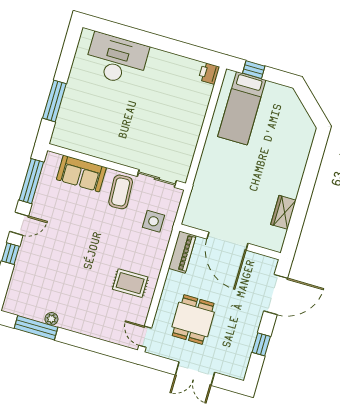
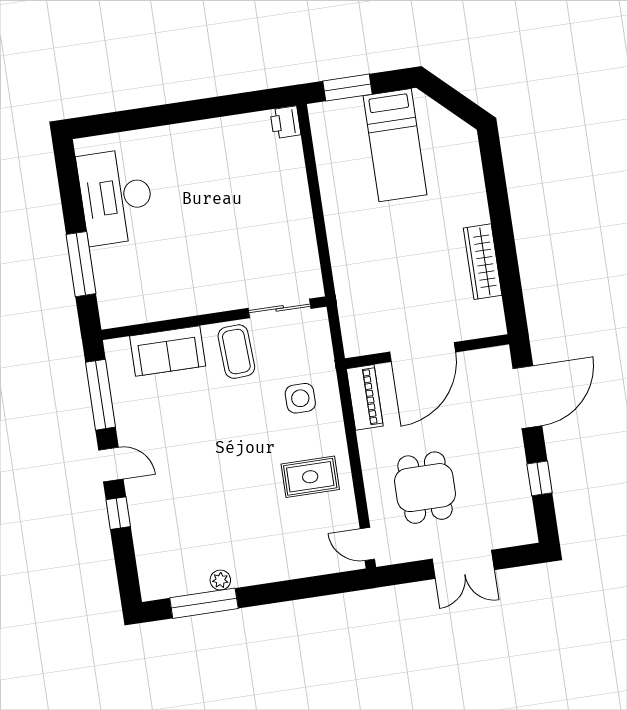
desk: (116, 59) -> (116, 197), moved, turned -90
window: (254, 70) -> (348, 88), width x1.50
bed: (242, 108) -> (395, 145), moved
wardrobe: (283, 212) -> (483, 262), width x1.50
side table: (153, 221) -> (300, 398), moved
door: (19, 224) -> (111, 464), hinge flipped
door: (227, 241) -> (423, 352), hinge flipped

